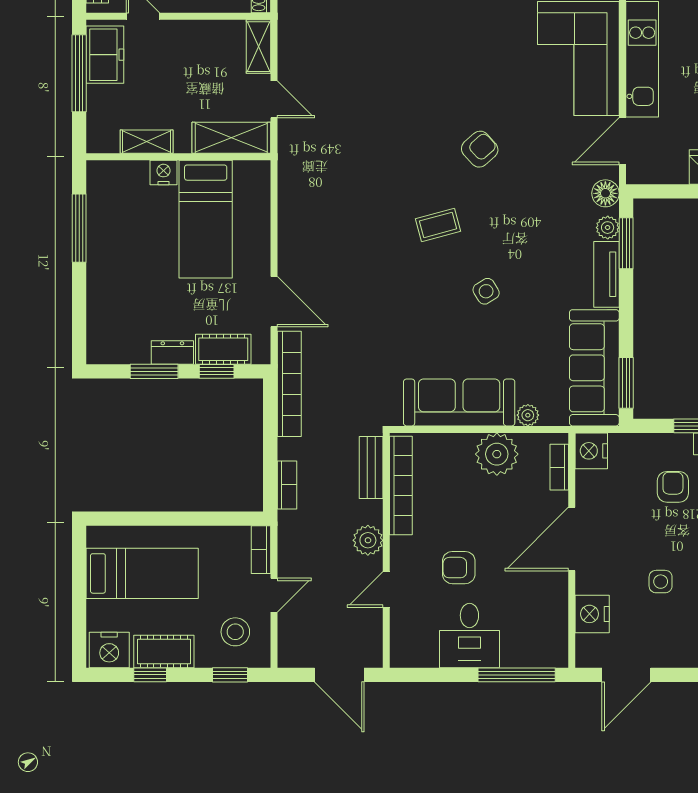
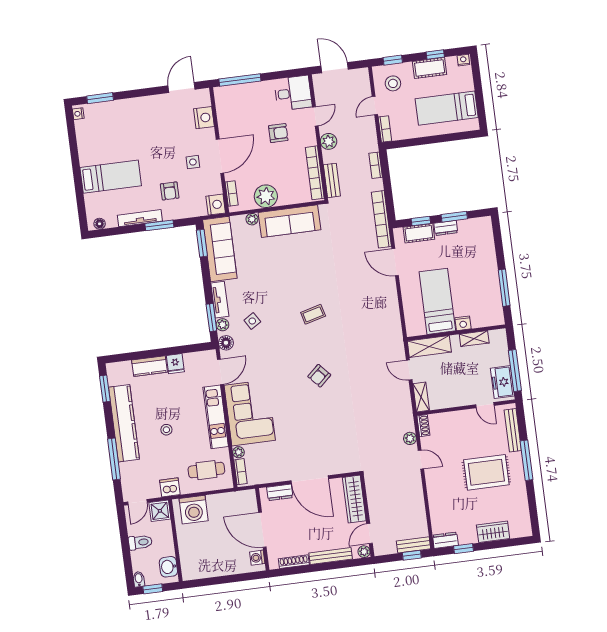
armchair: (480, 149) -> (319, 376), moved
side table: (486, 291) -> (252, 321), moved
side table: (661, 582) -> (193, 162), moved
desk: (469, 636) -> (293, 93), moved, turned 90
nightstand: (109, 650) -> (463, 60), width x0.53, depth x0.56

